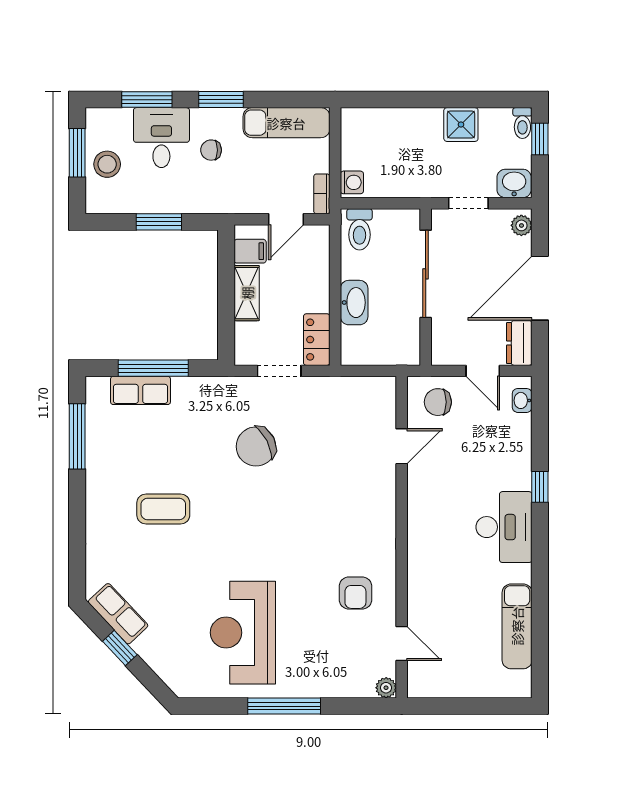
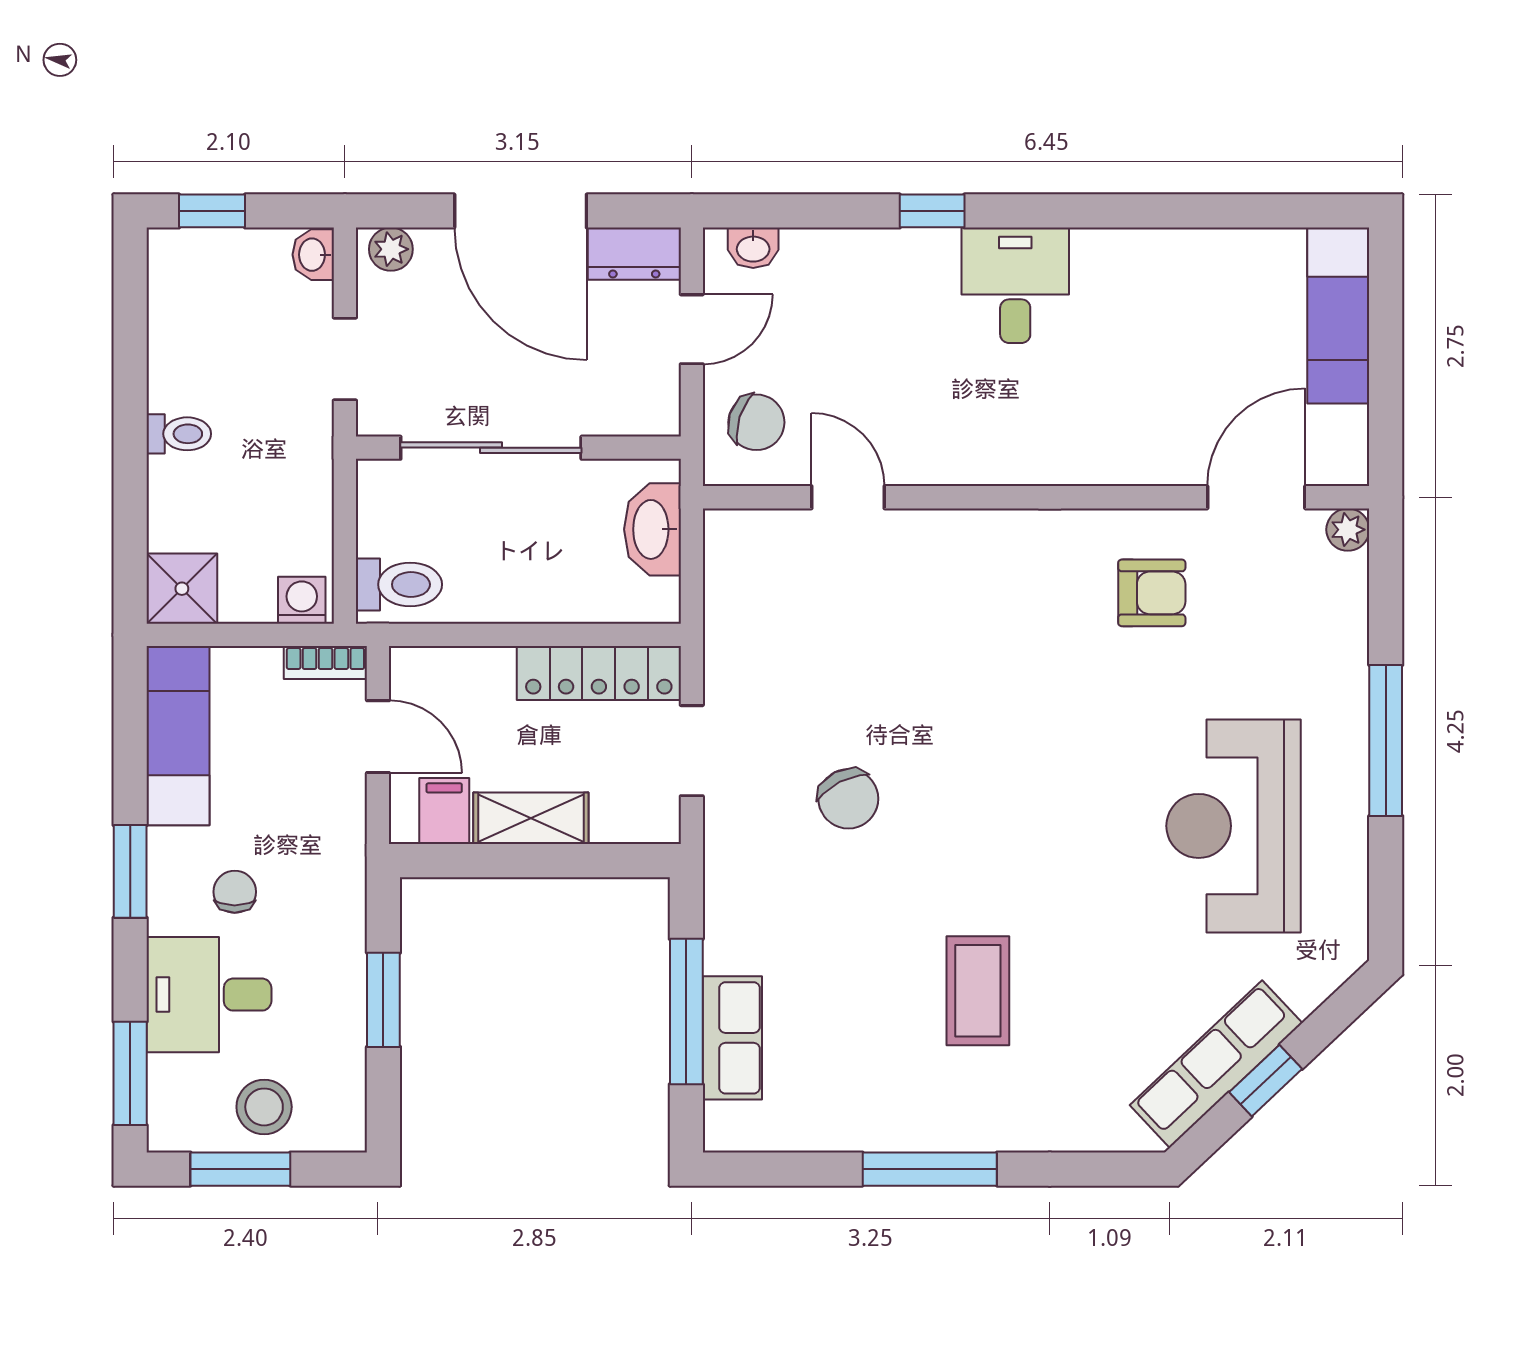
window: (147, 100) -> (130, 1073), moved
toilet: (522, 123) -> (179, 434), moved
shower: (461, 125) -> (182, 589), moved
chair: (211, 150) -> (235, 892), turned 180
washbasin: (514, 183) -> (313, 255), width x0.72, depth x0.69
washbasin: (354, 303) -> (653, 529), moved, turned -90
locker: (317, 340) -> (599, 673), width x1.53
chair: (438, 402) -> (756, 422), turned -72
window: (77, 436) -> (930, 1169), moved
chair: (256, 446) -> (848, 799), width x0.73, depth x0.73
desk: (504, 527) -> (1015, 285), width x0.73
row of seats: (118, 614) -> (1216, 1064), width x1.48
exam couch: (517, 626) -> (1338, 316), moved, turned 90
reception desk: (243, 633) -> (1234, 826), turned 90
door: (402, 643) -> (1256, 497), width x1.38

